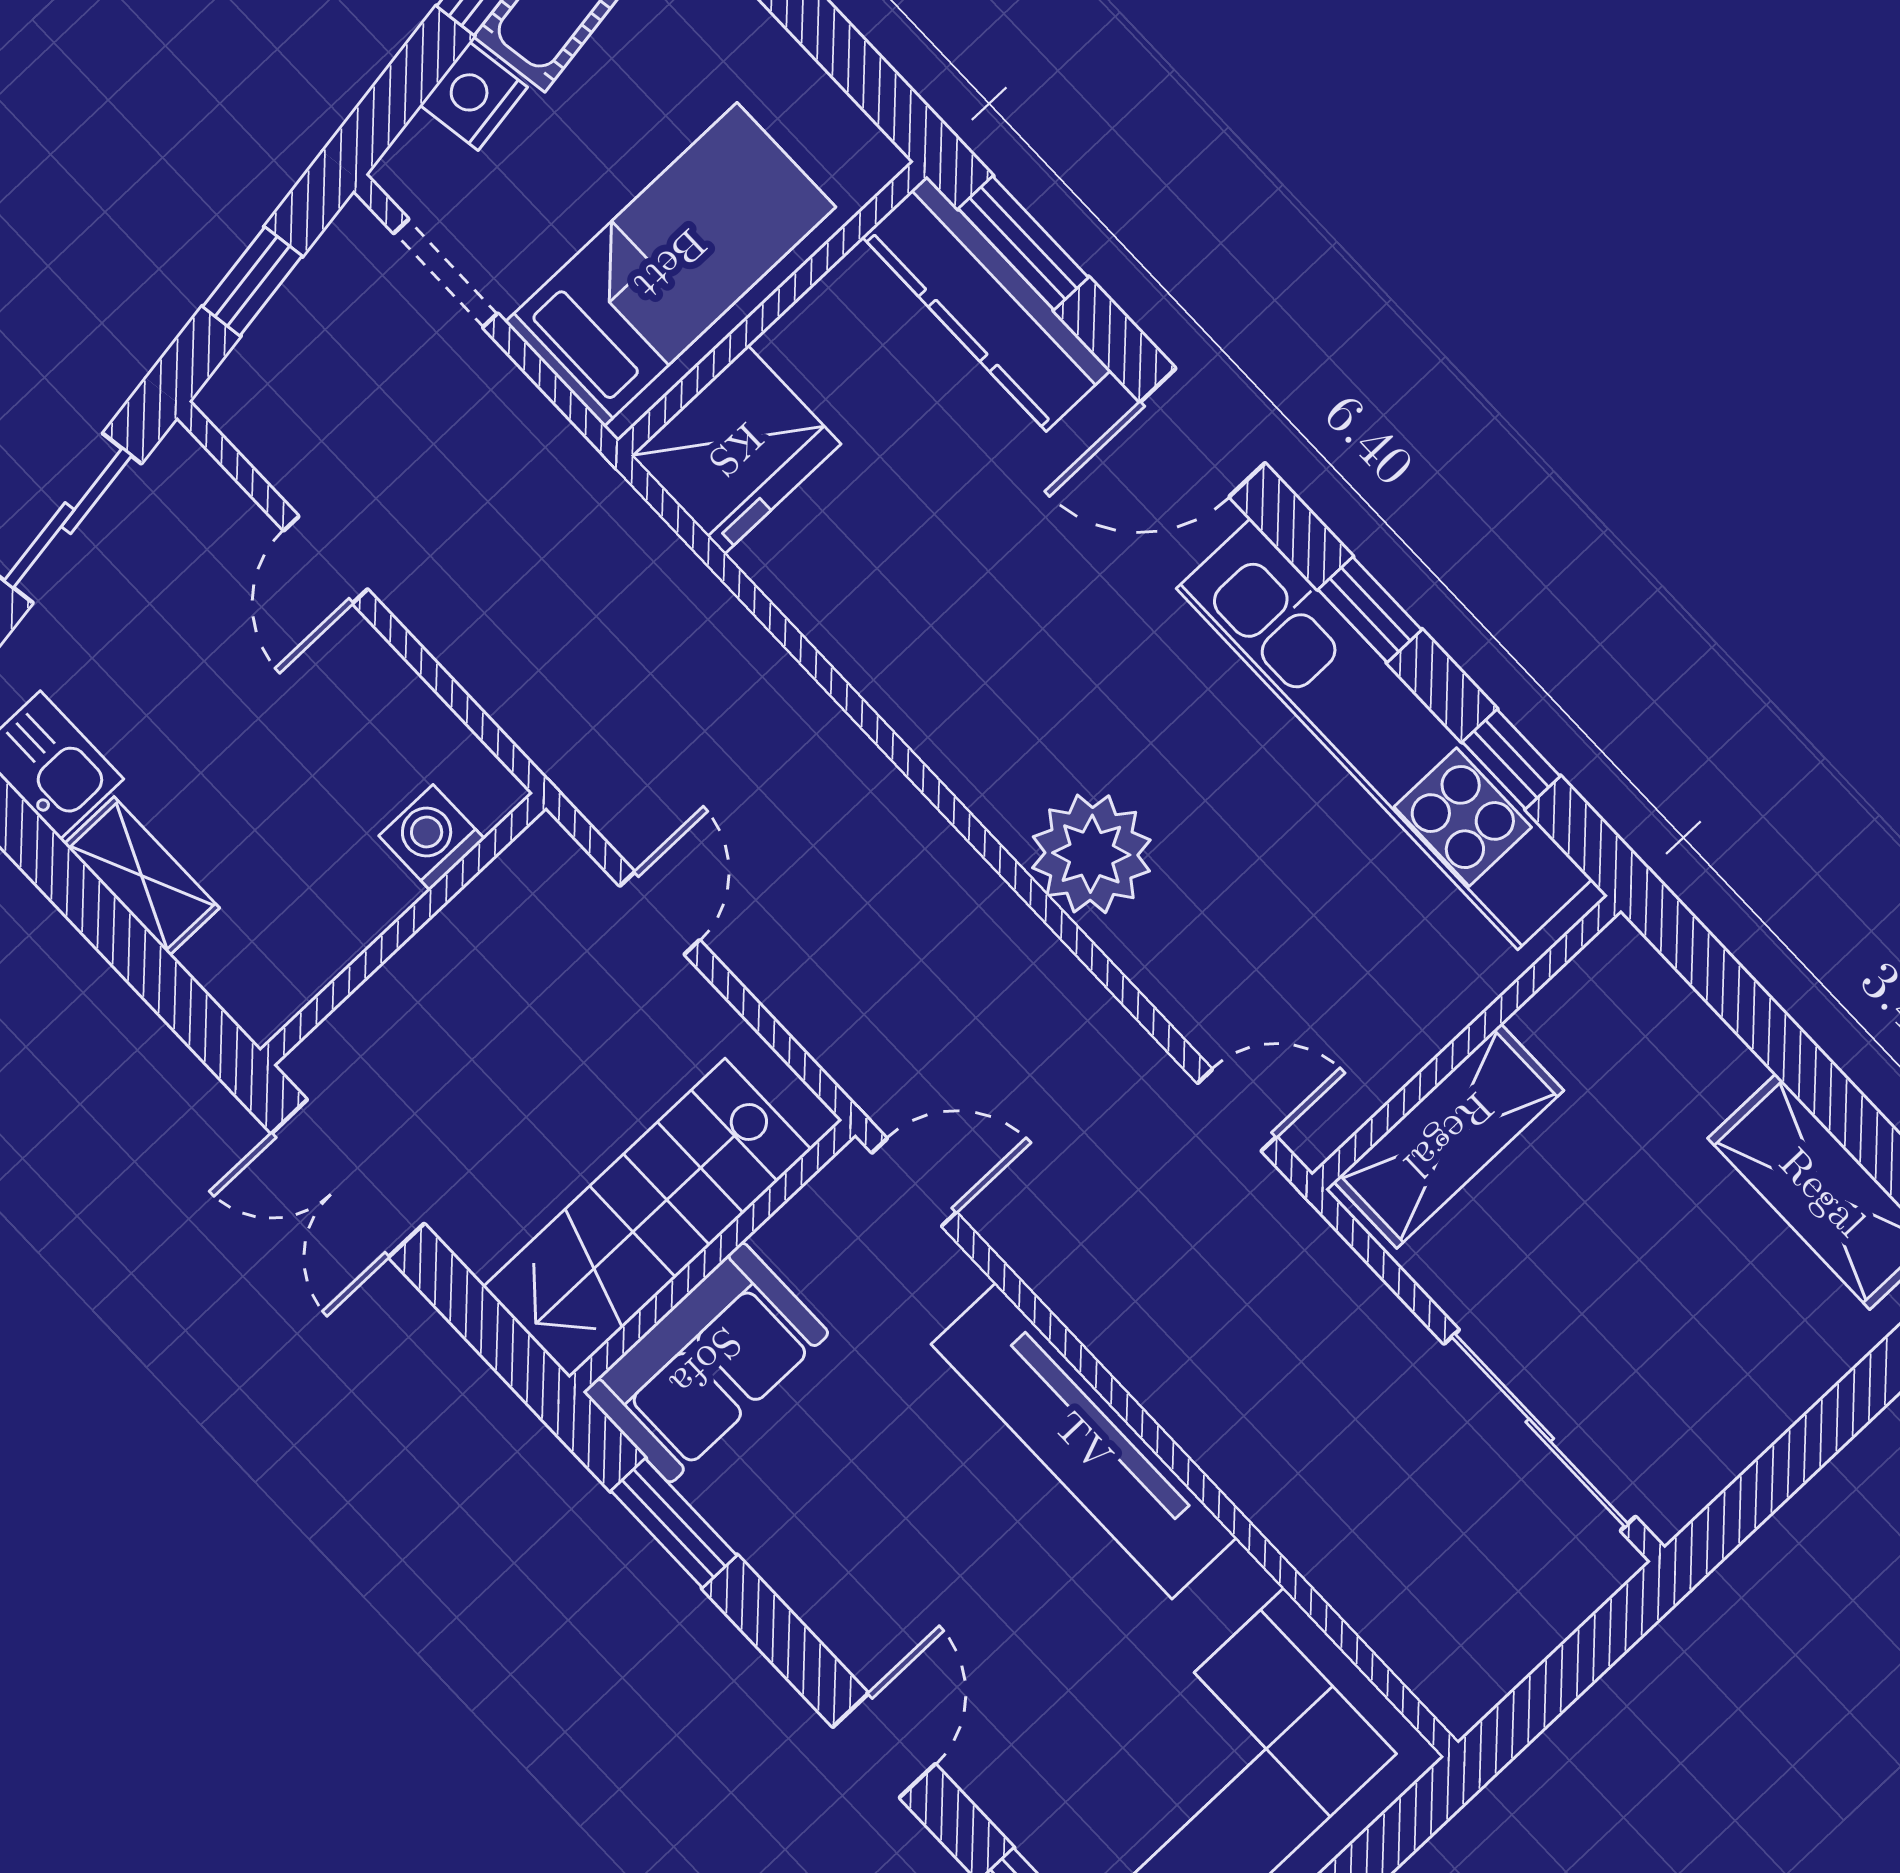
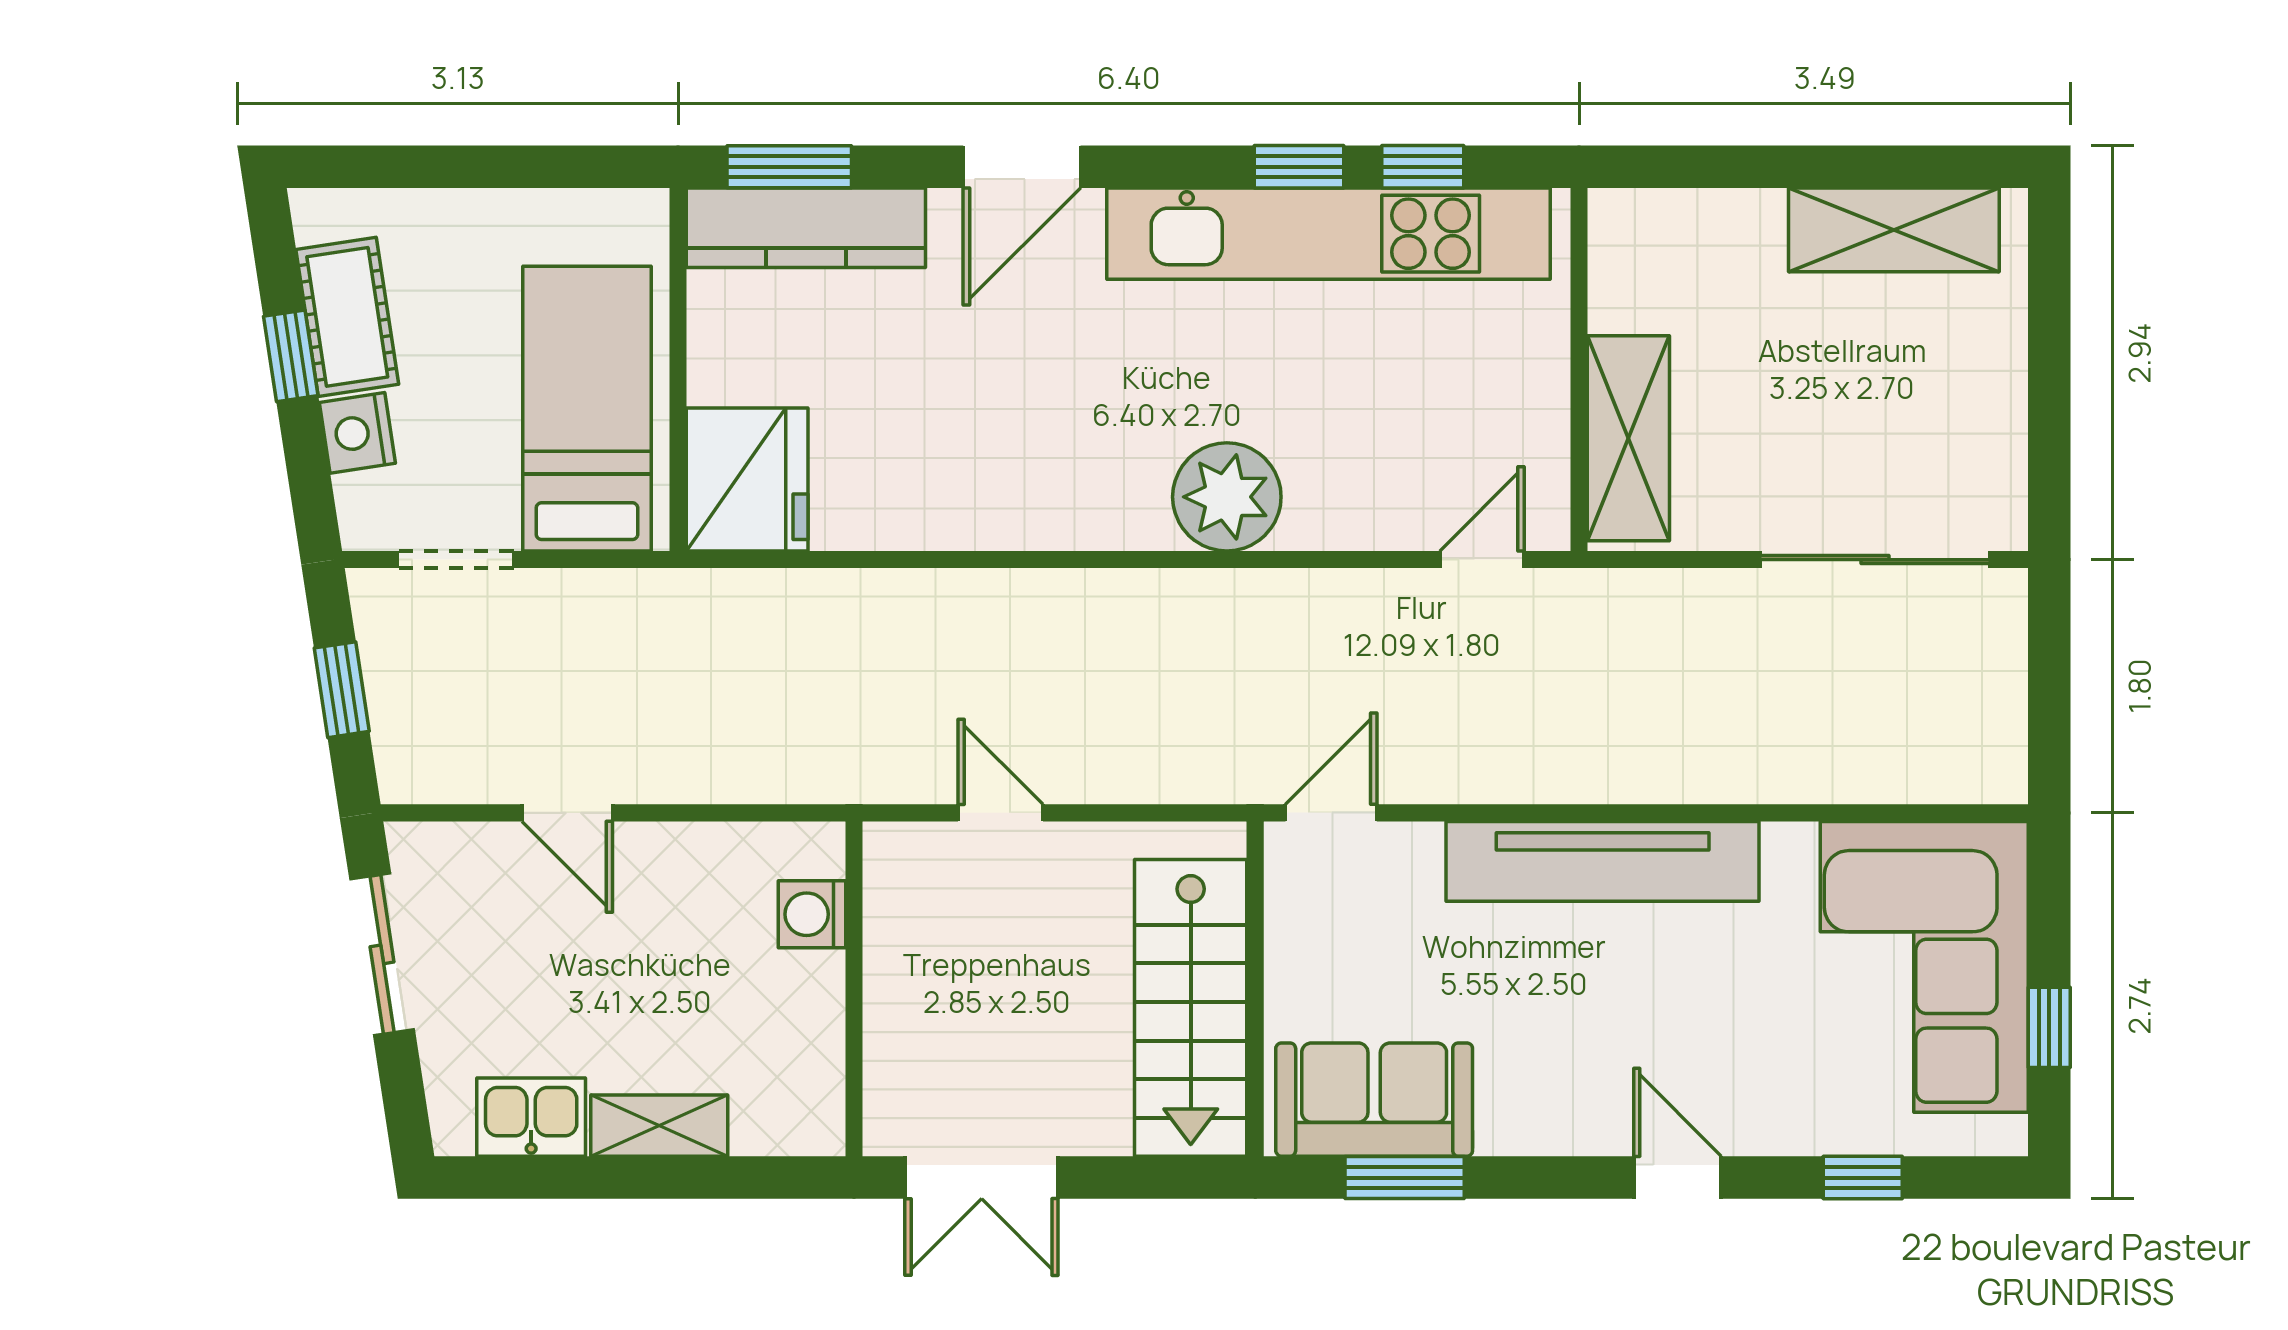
window: (1370, 610) -> (1299, 167), moved
sofa: (706, 1363) -> (1374, 1100), moved, turned -90

